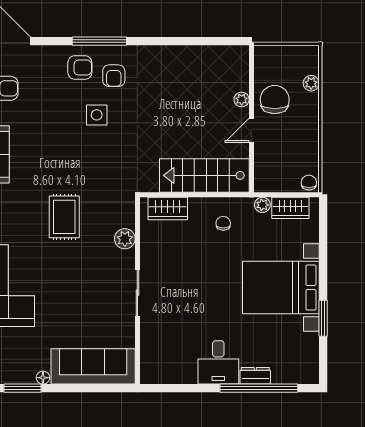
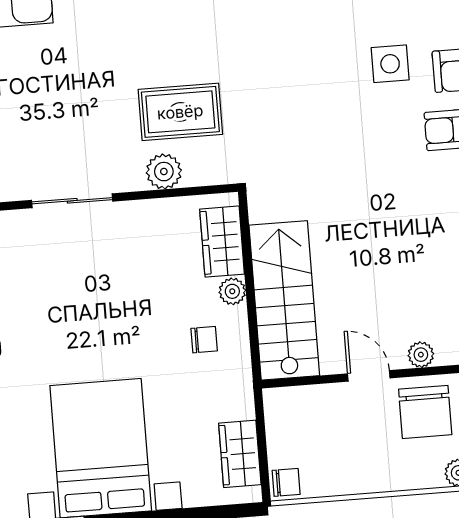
chair: (275, 100) -> (425, 412), turned 90
side table: (97, 115) -> (390, 64), moved
plant: (262, 205) -> (232, 291), moved
rug: (64, 217) -> (180, 112), moved

